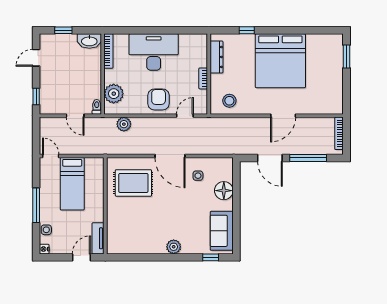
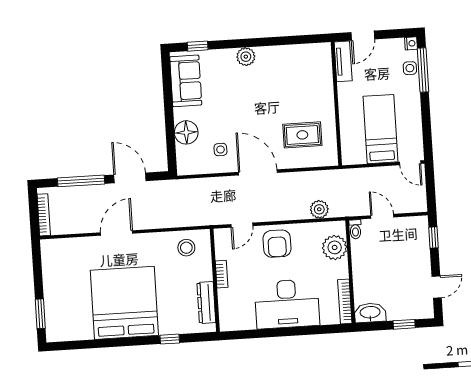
rug: (133, 183) -> (302, 135), width x0.73, depth x0.70
window: (36, 205) -> (423, 70), moved

